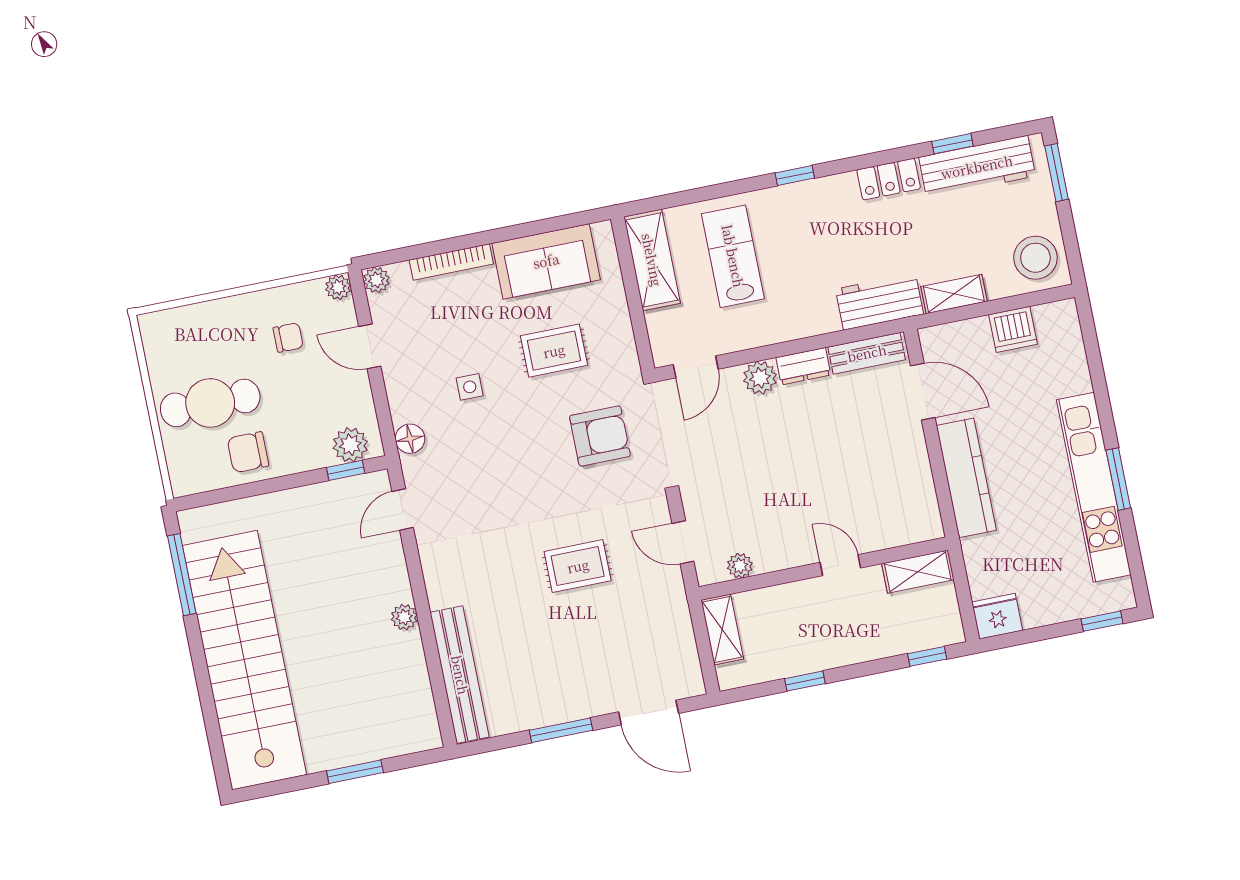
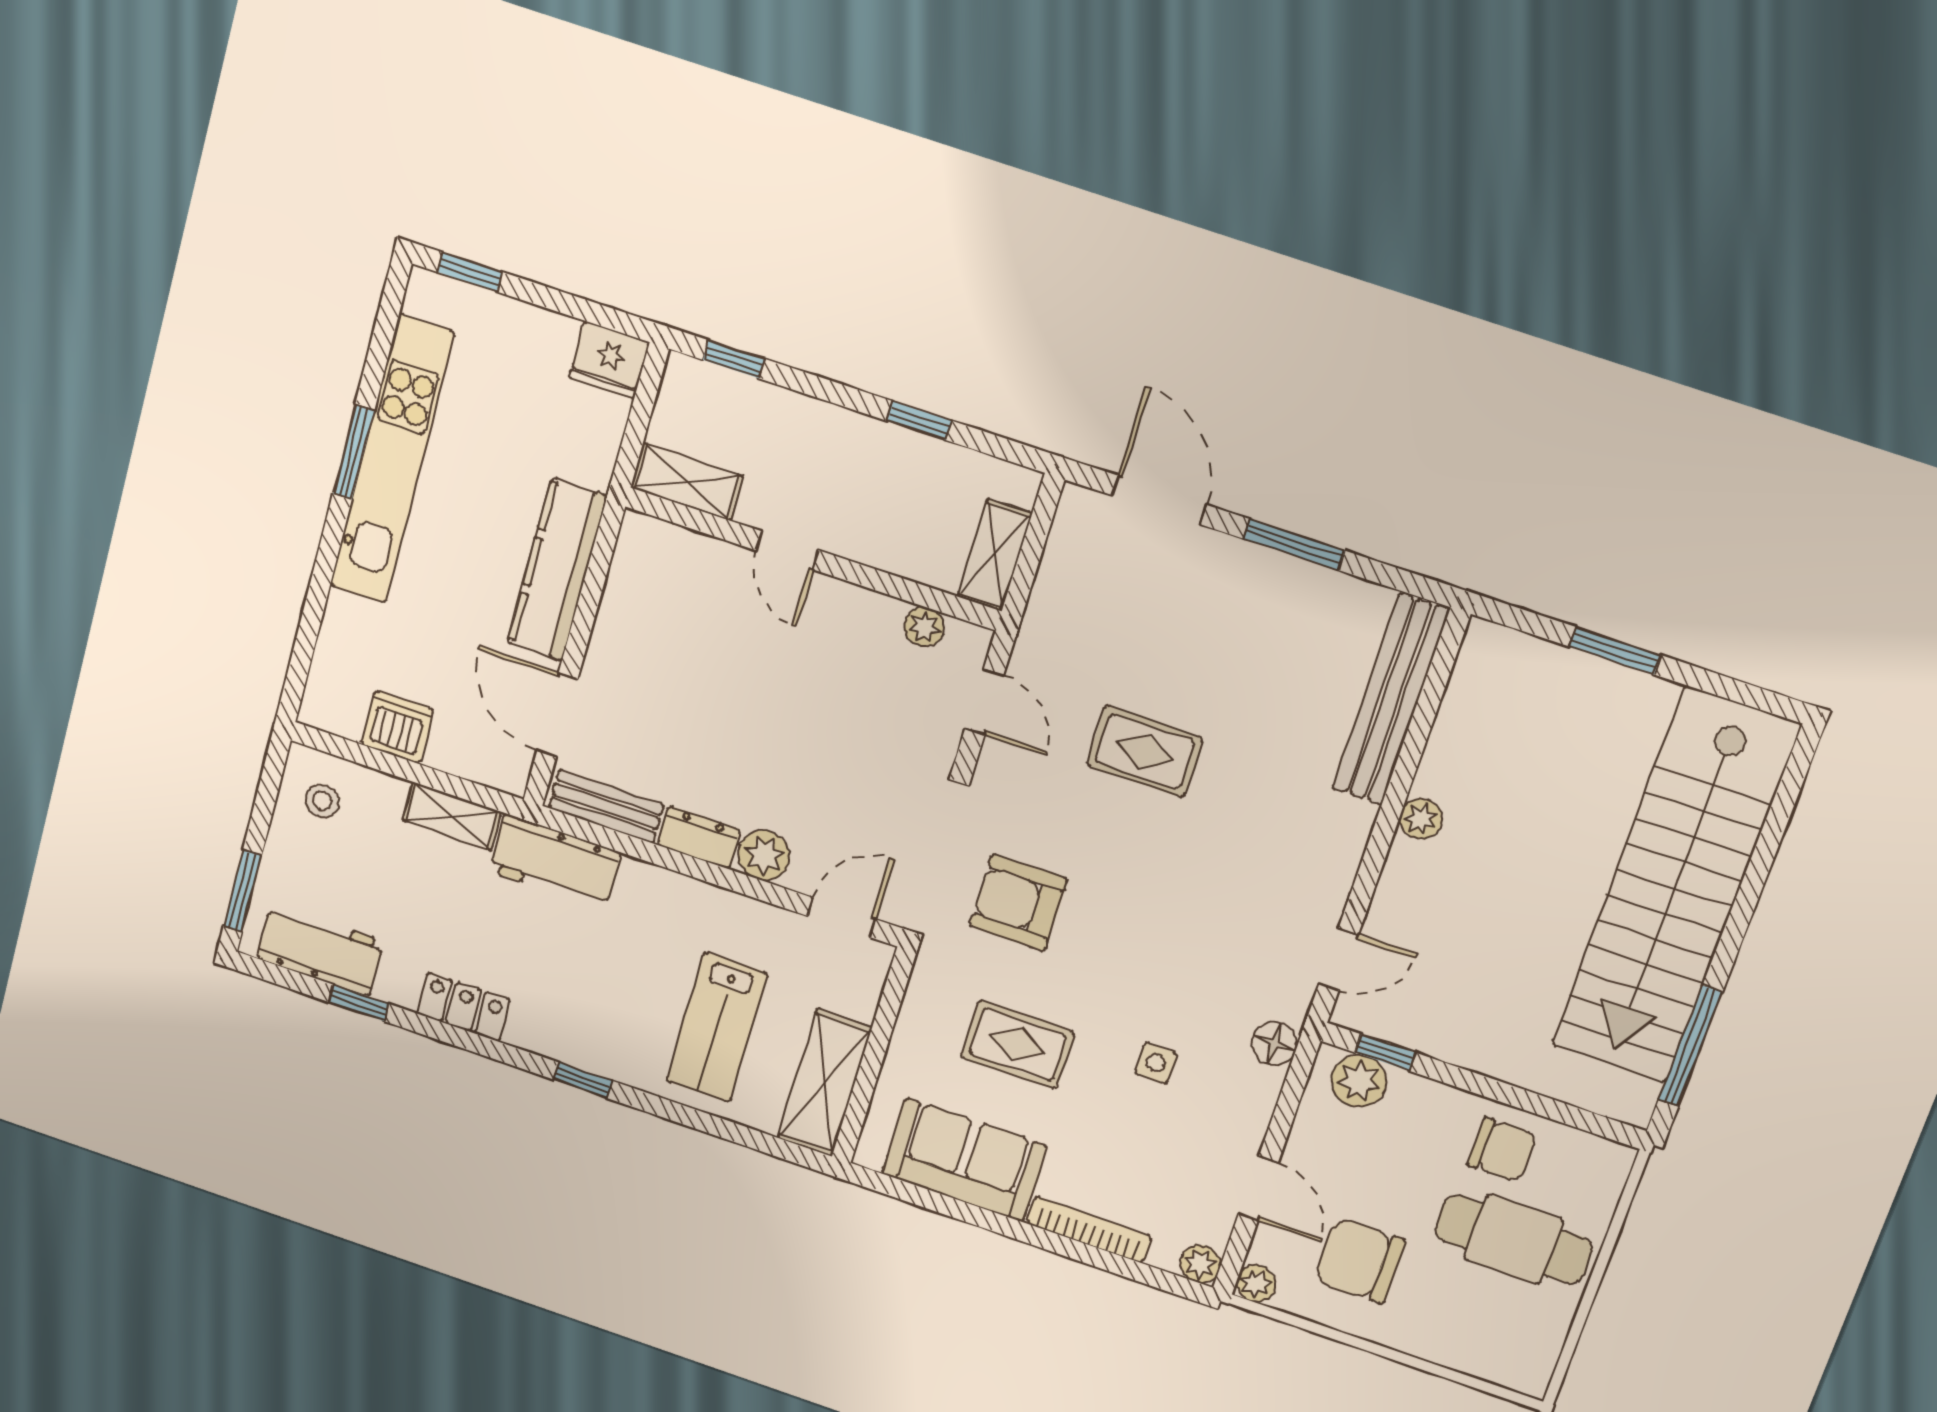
workbench: (977, 167) -> (320, 950), width x0.73
stool: (1035, 258) -> (322, 801), width x0.53, depth x0.53
chair: (288, 338) -> (1360, 1260), width x1.87, depth x1.87

